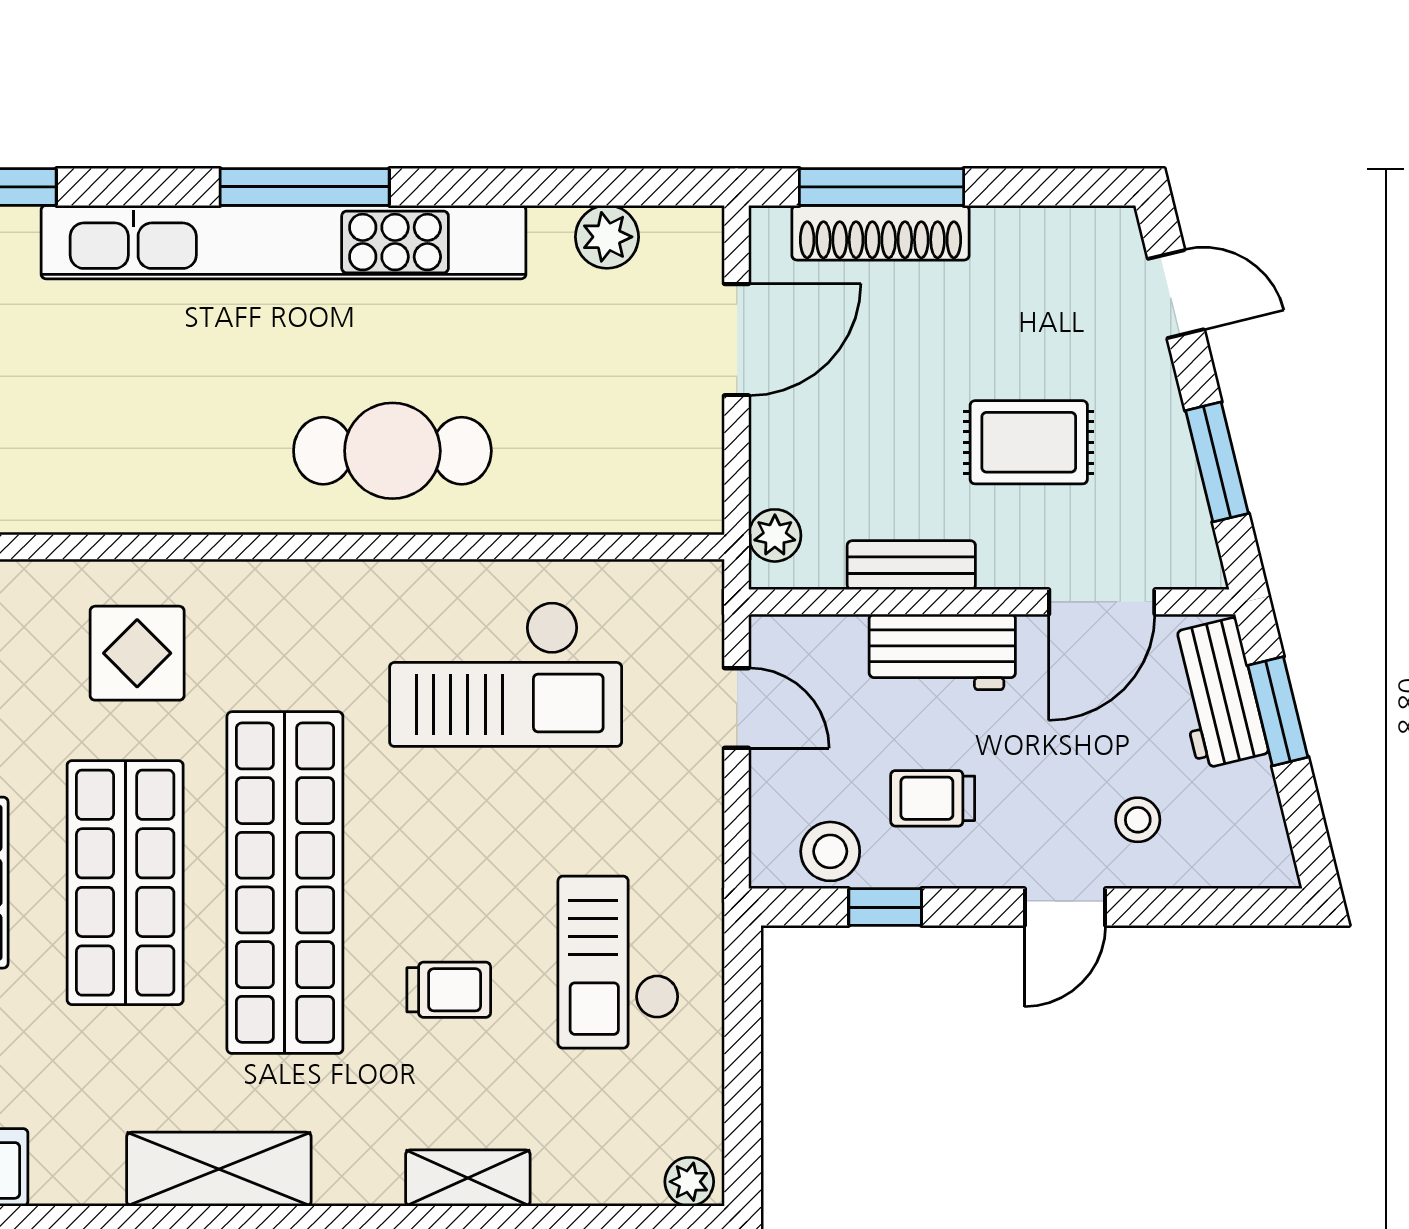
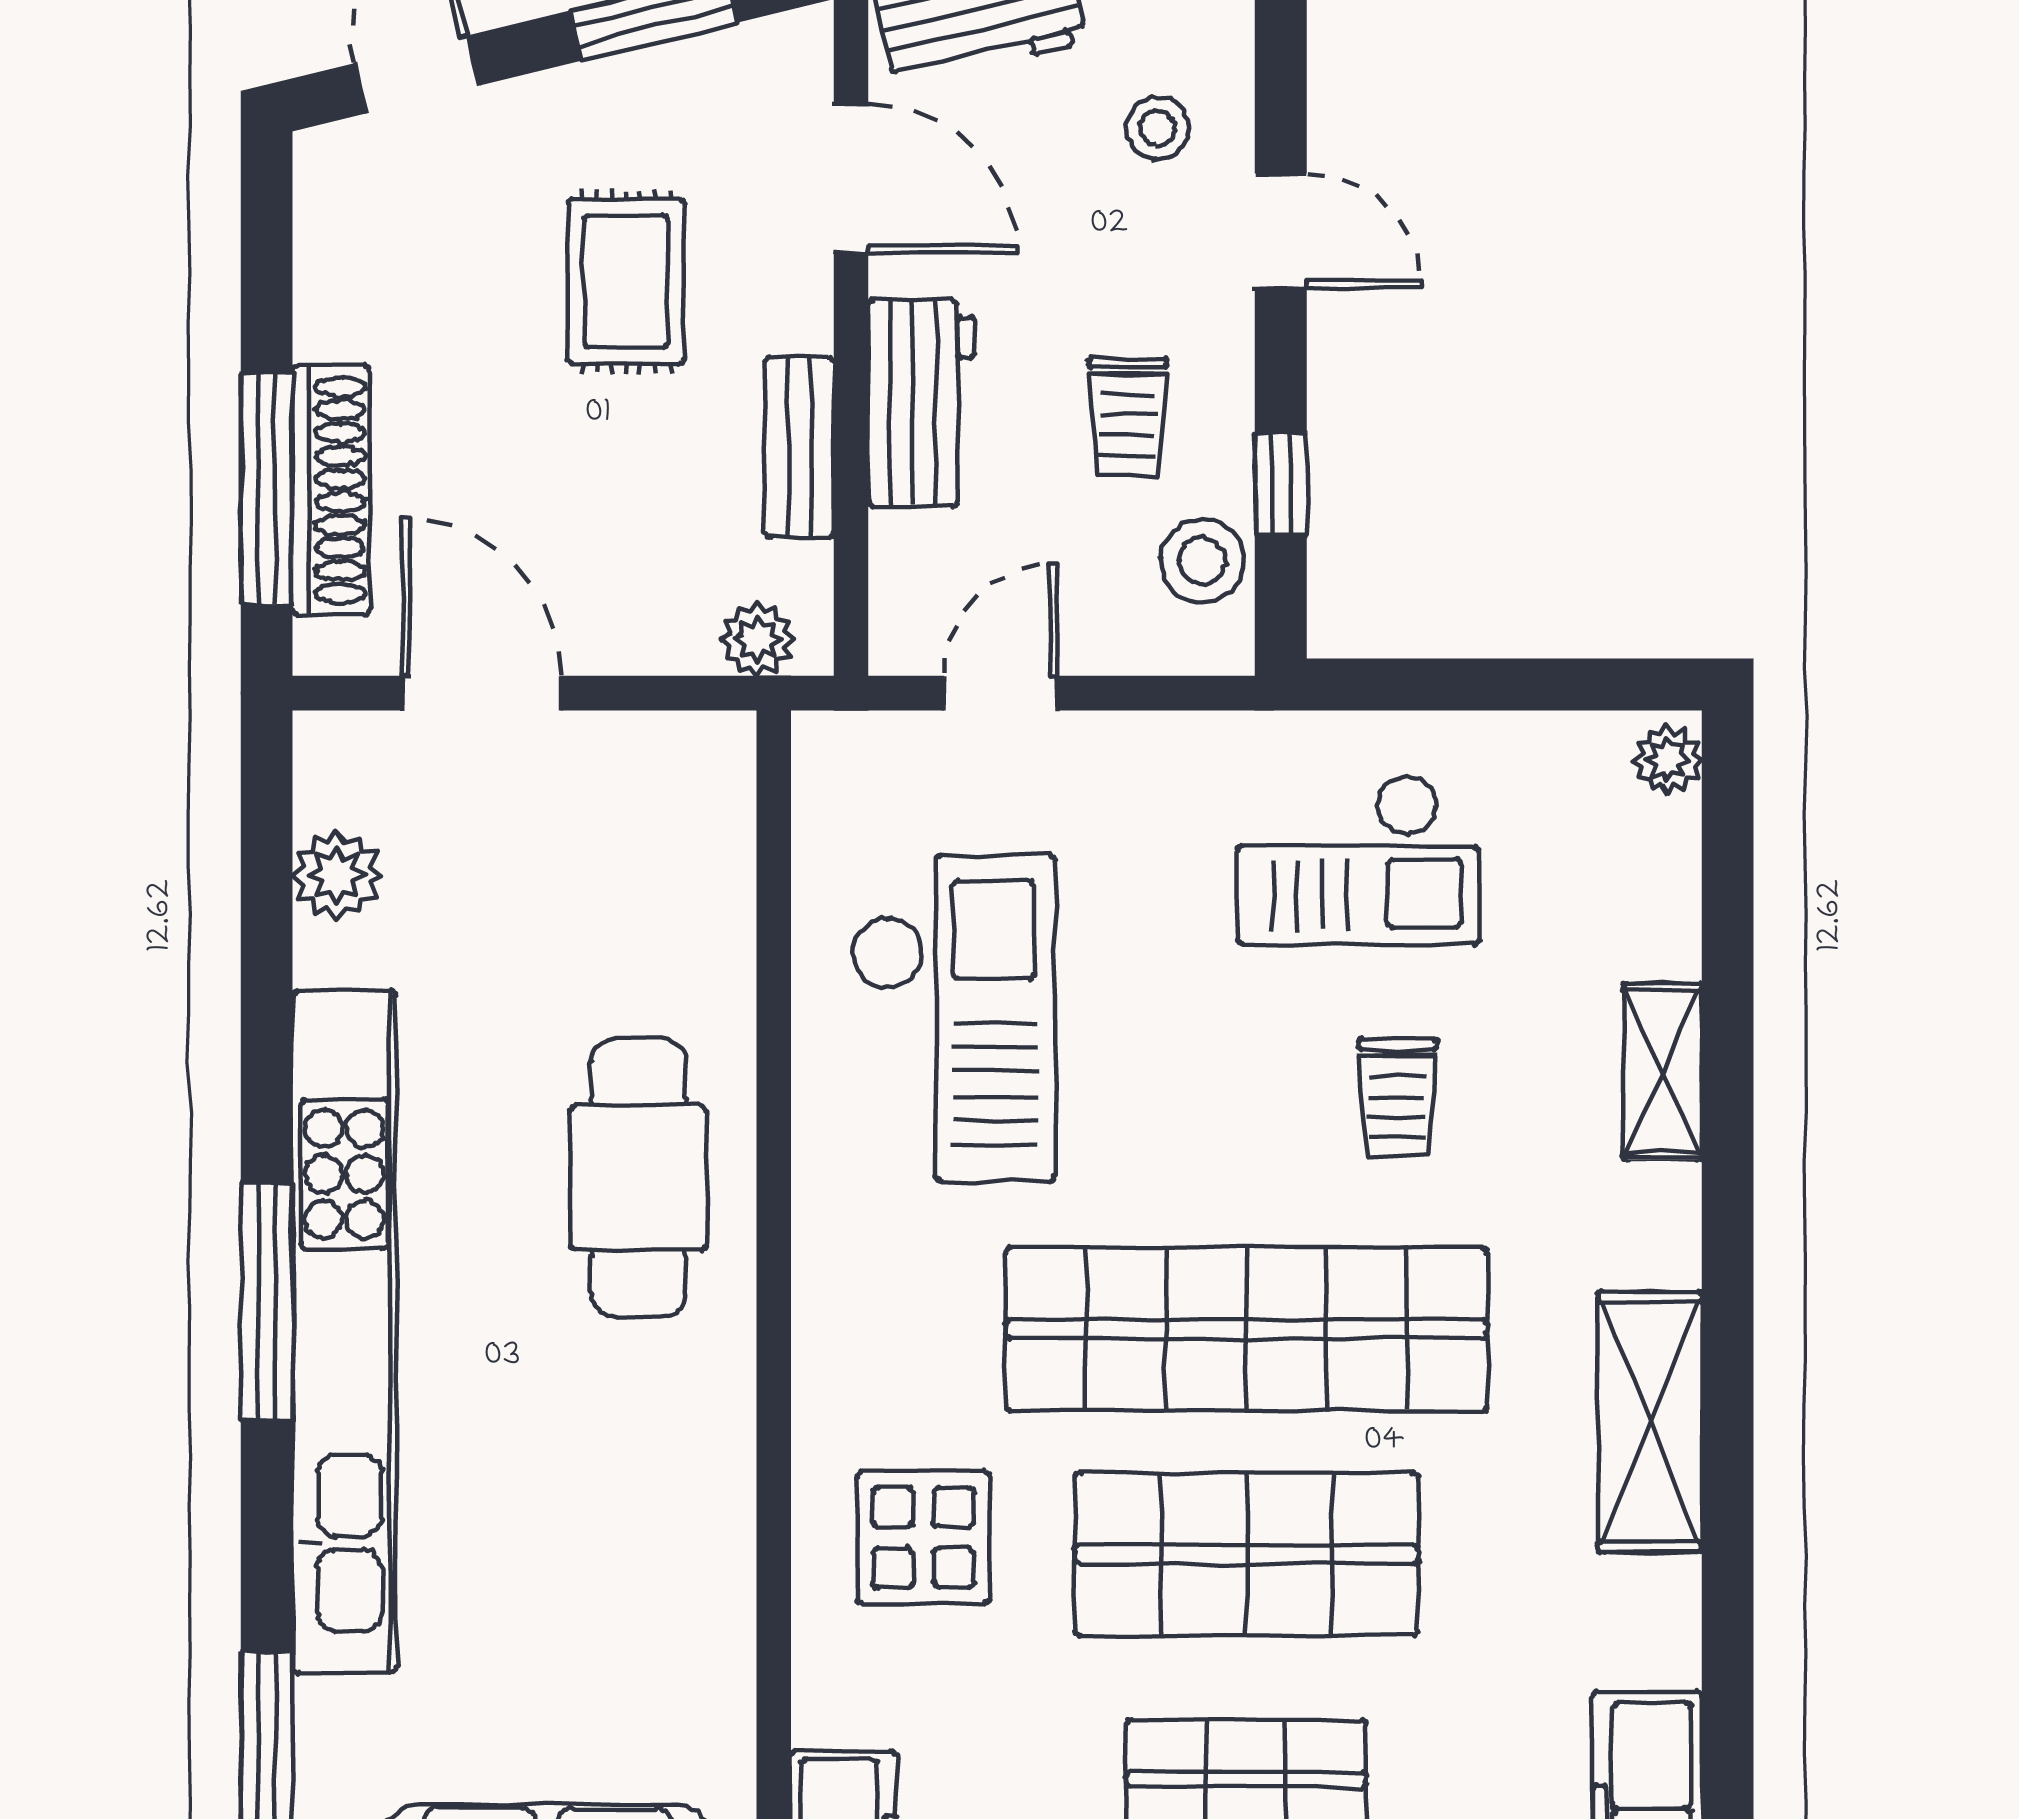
trolley: (449, 990) -> (1397, 1098), turned 180

